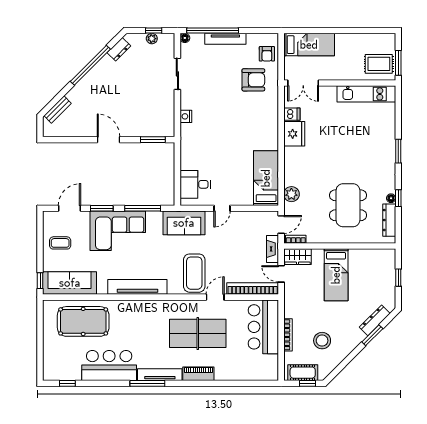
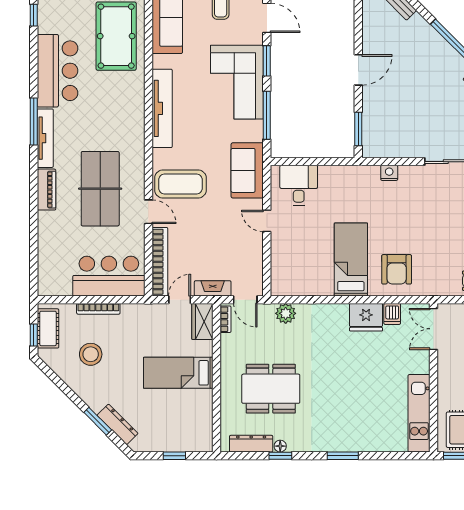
armchair: (253, 80) -> (397, 269), moved
bed: (266, 178) -> (351, 259), moved, turned -90

